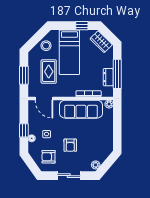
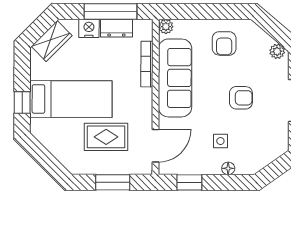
window: (82, 26) -> (22, 102), moved
stool: (46, 46) -> (59, 142), removed
nightstand: (108, 62) -> (89, 28), added
window: (24, 130) -> (189, 182), moved
armchair: (48, 157) -> (224, 43), moved

